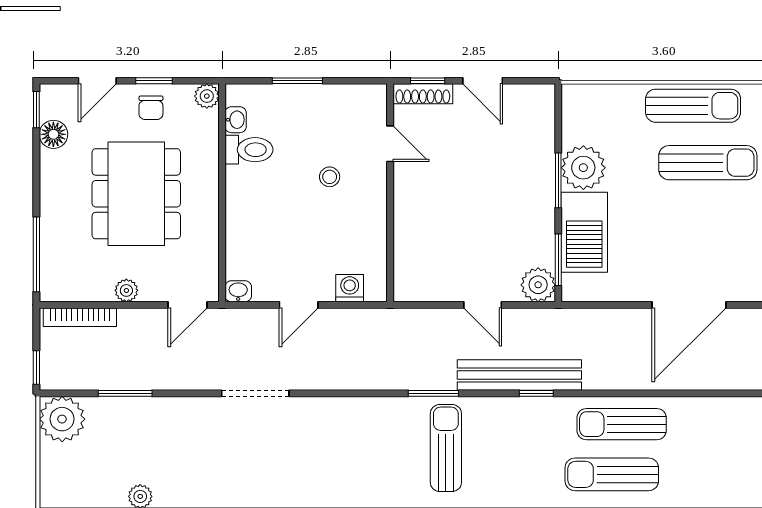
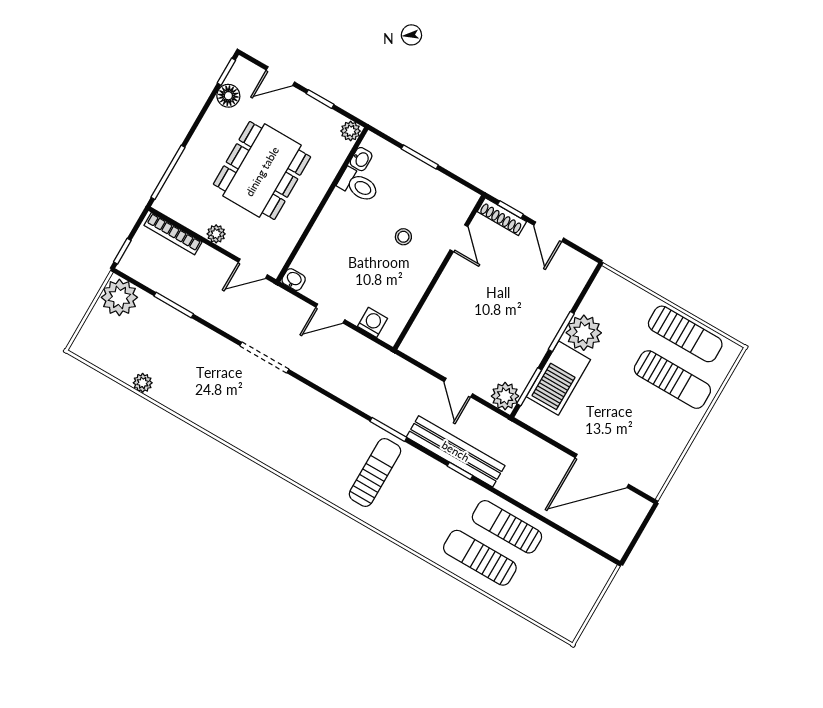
chair: (151, 108) -> (307, 117), removed

